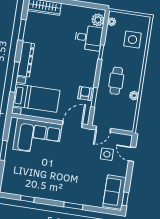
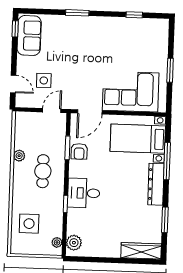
desk: (89, 38) -> (84, 193), moved

